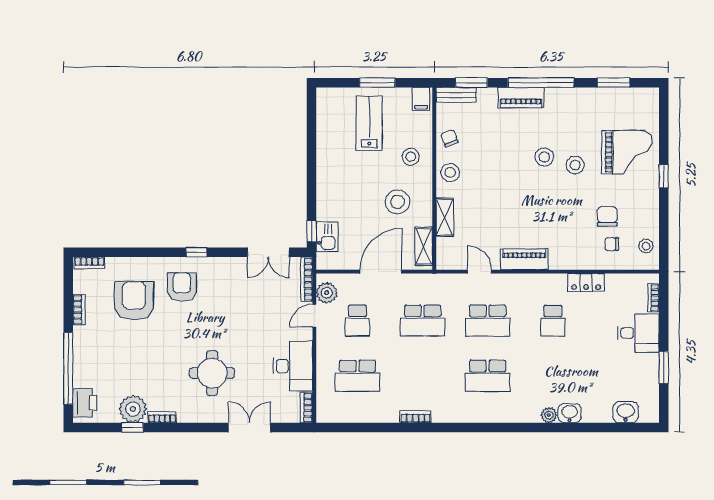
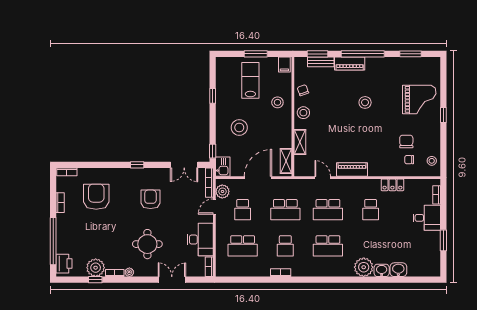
bench: (456, 95) -> (321, 62), moved
window: (312, 147) -> (213, 96), added
stool: (575, 165) -> (385, 108), removed
stool: (398, 202) -> (239, 128), moved
kitchen sink: (327, 237) -> (223, 167), moved
armchair: (182, 287) -> (150, 199), moved
school desk: (423, 376) -> (285, 246), added
washbasin: (626, 412) -> (398, 270), moved
plant: (549, 415) -> (364, 267), width x1.87, depth x1.87
plant: (184, 416) -> (129, 272), added

